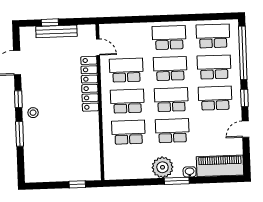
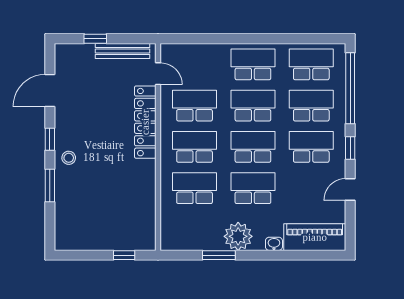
bench: (56, 31) -> (122, 51), moved
window: (177, 181) -> (219, 255), moved

